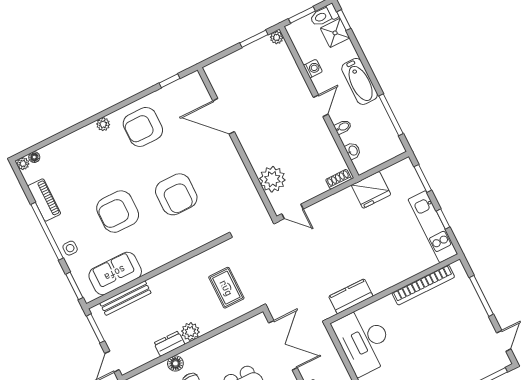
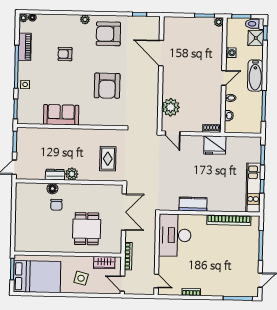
fridge: (371, 190) -> (215, 145), moved
armchair: (118, 212) -> (65, 54), moved, width x0.53, depth x0.53
sofa: (115, 273) -> (61, 115), moved
kitchen counter: (351, 296) -> (193, 204), moved
bench: (125, 298) -> (43, 133), removed

